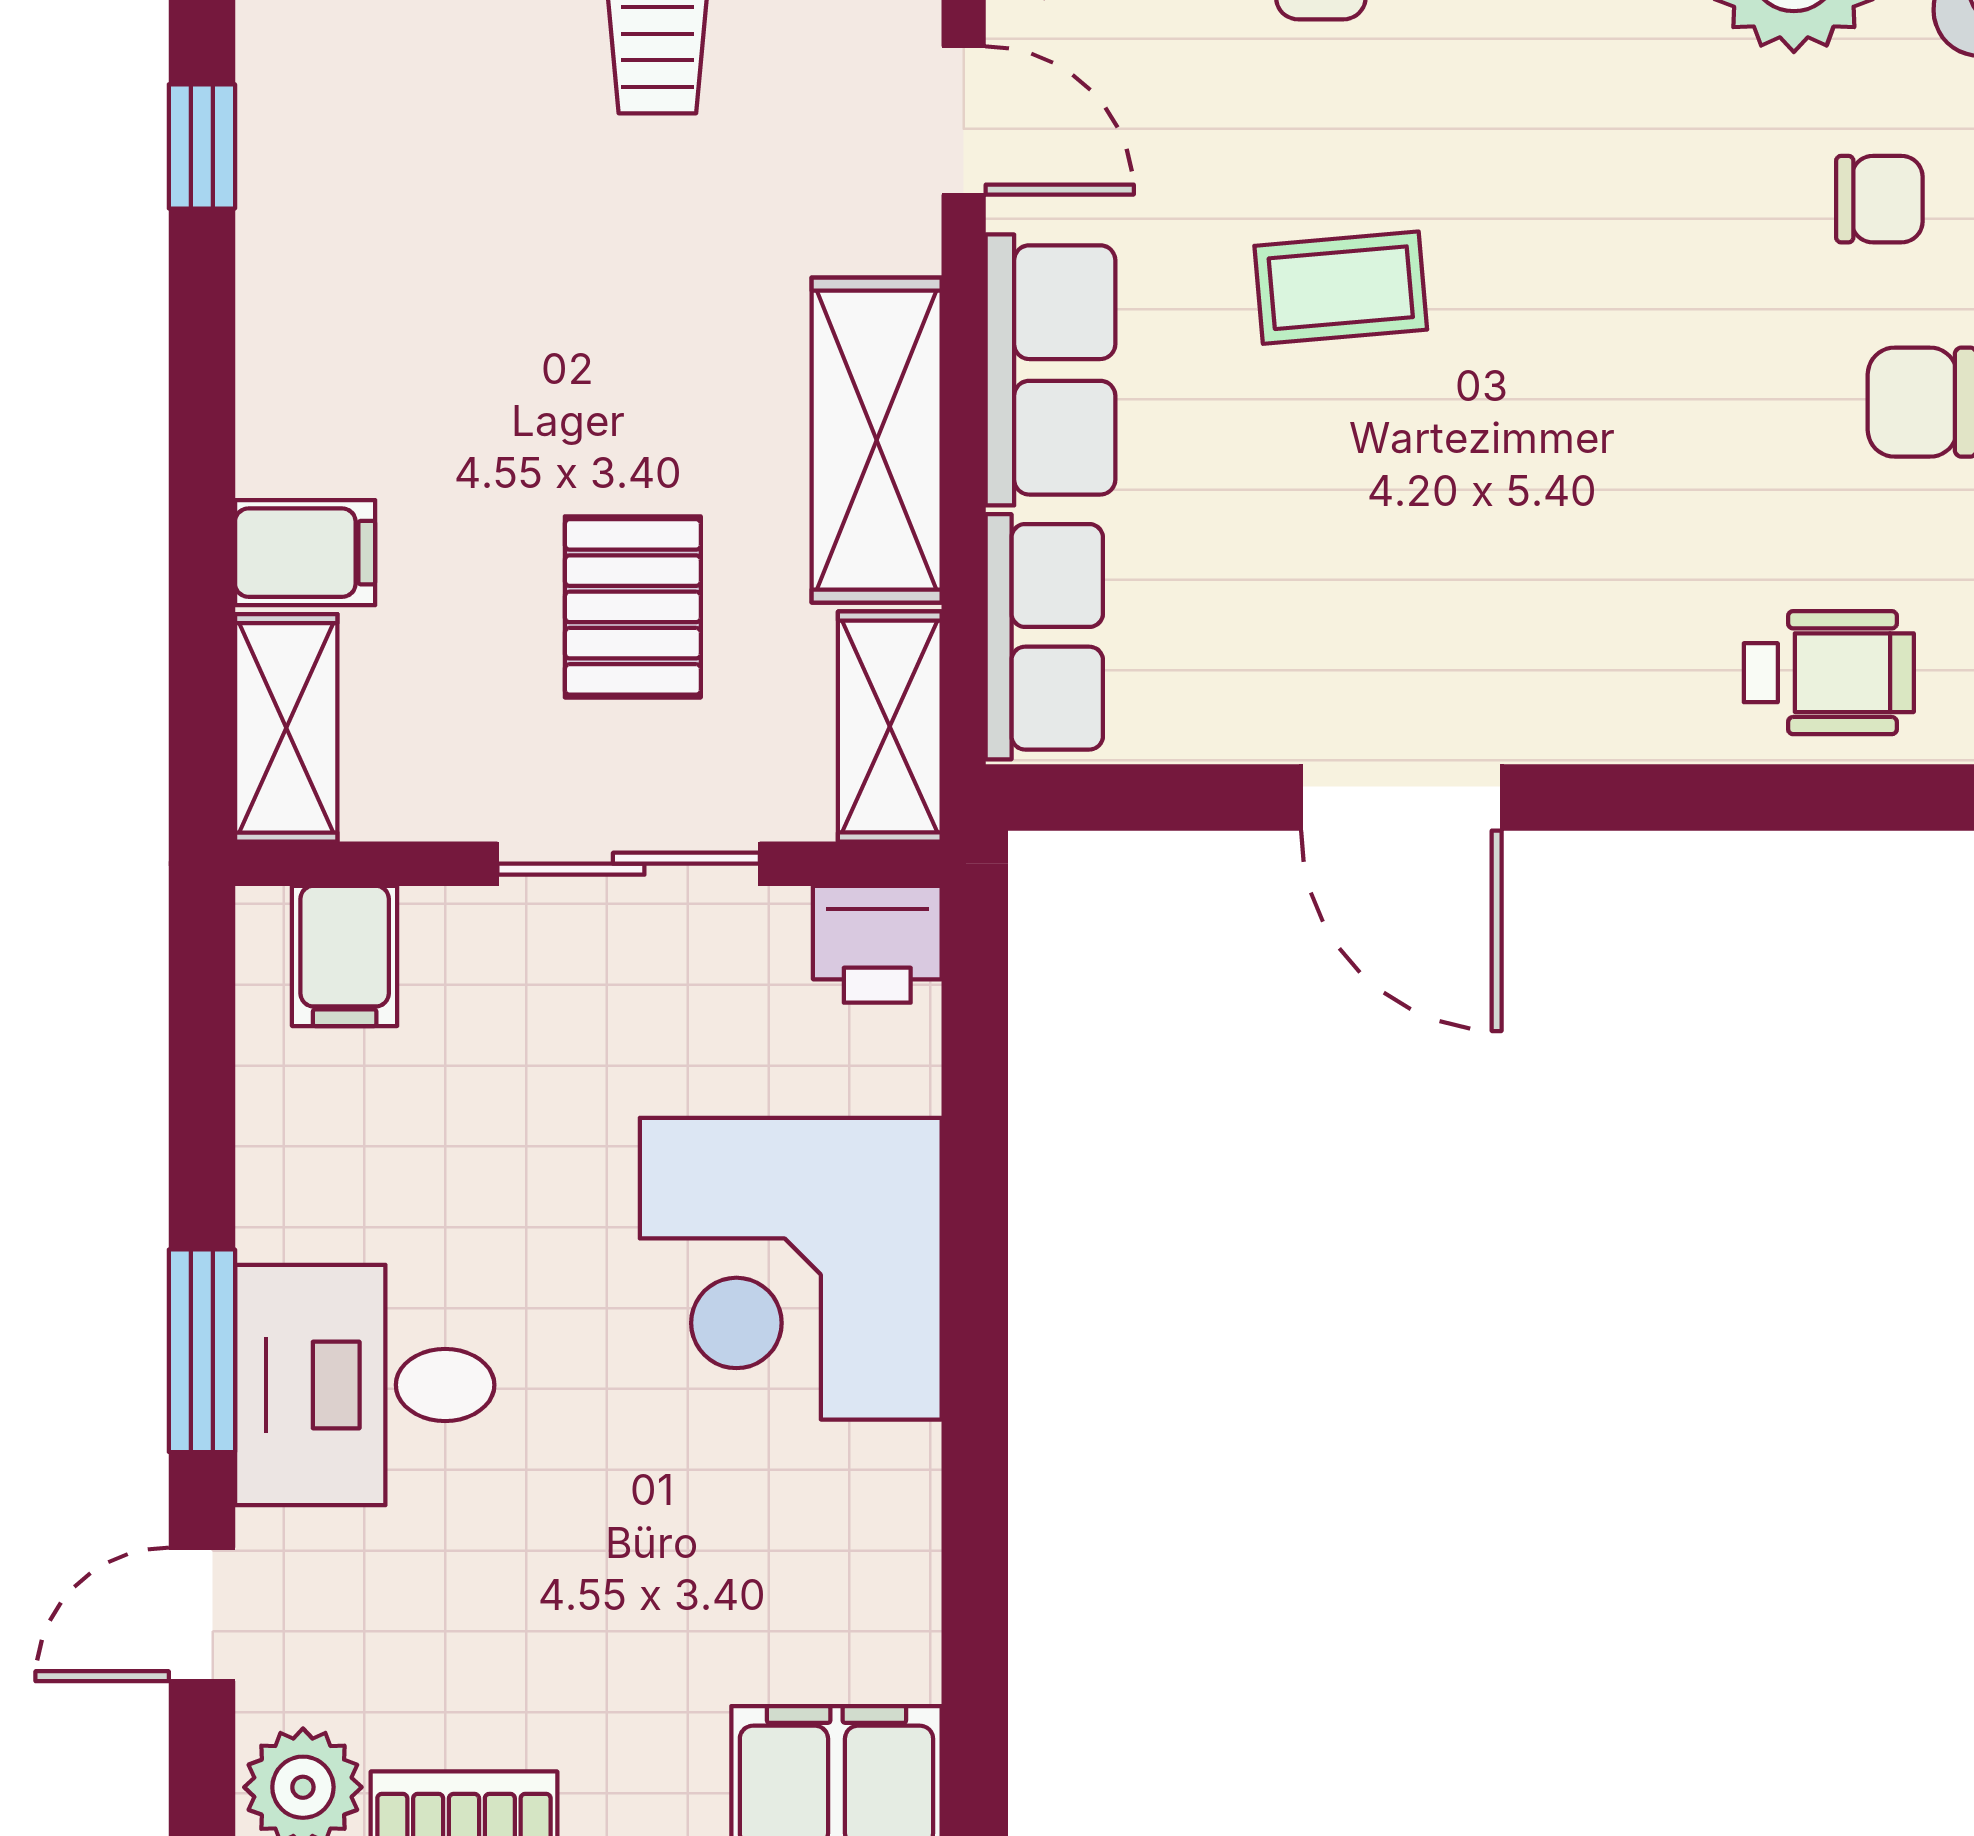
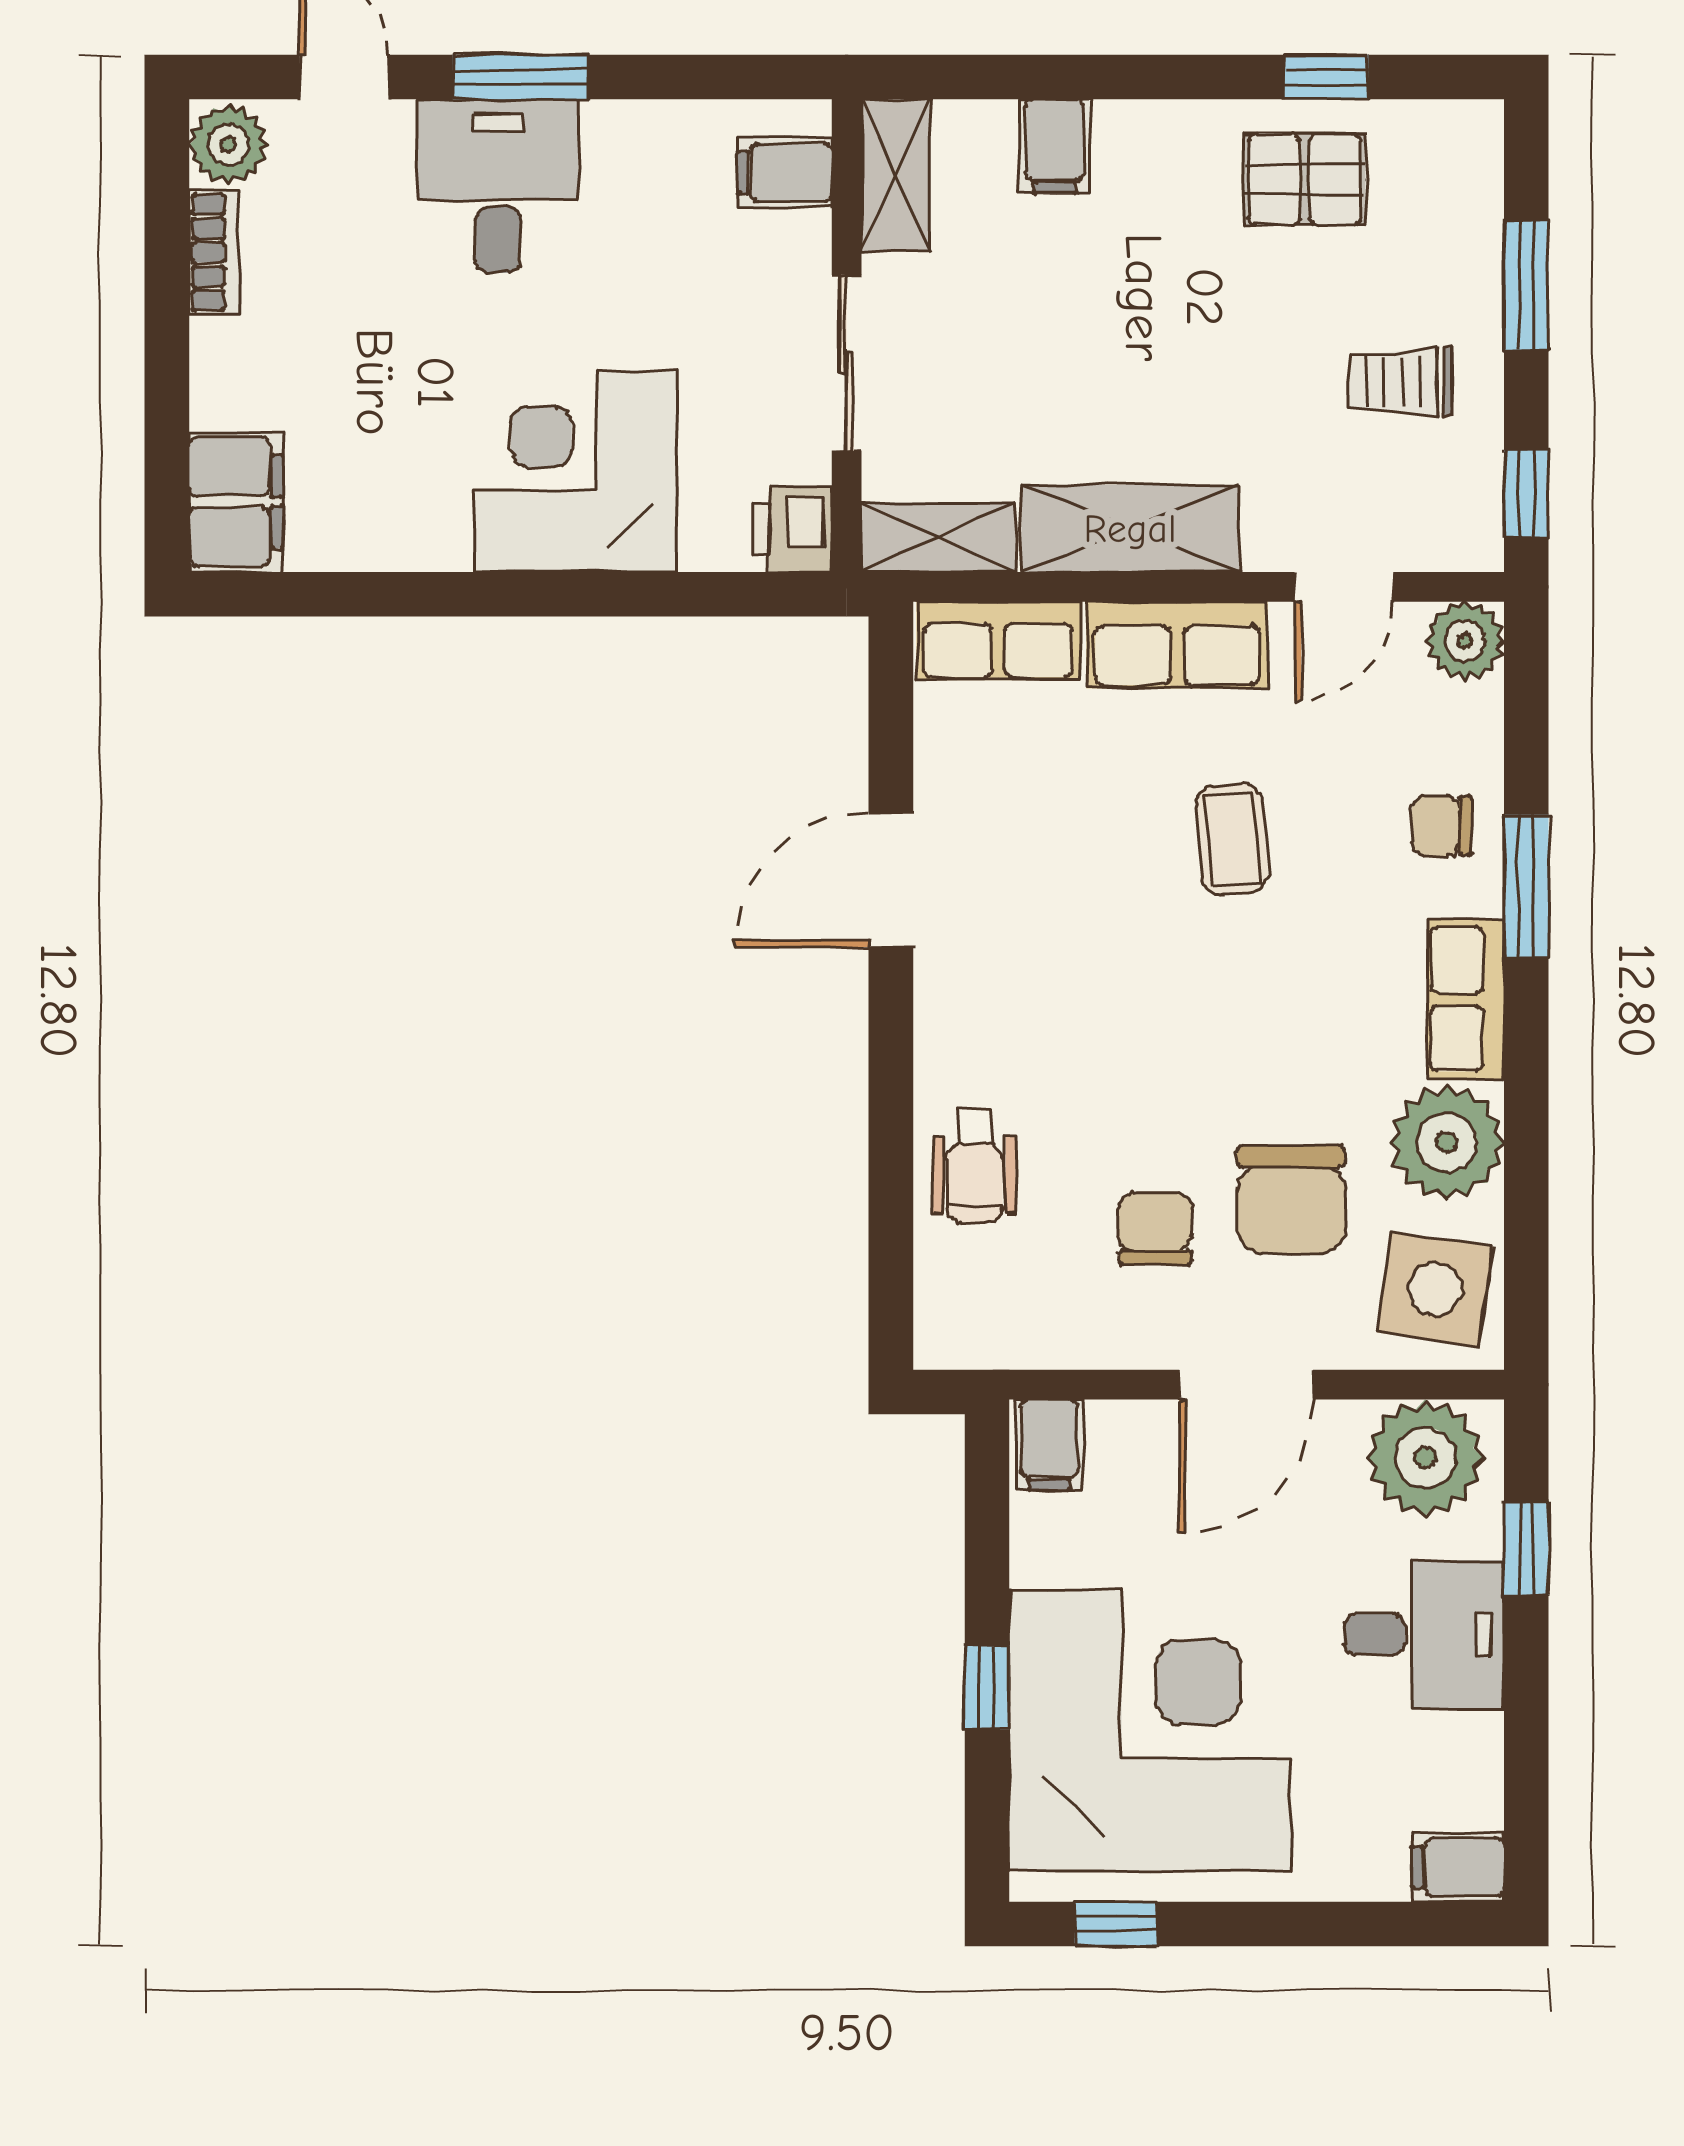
chair: (1879, 199) -> (1291, 1200), width x1.87, depth x1.87
pallet: (633, 607) -> (1305, 179), moved
shelving: (286, 728) -> (896, 175), moved, turned 90

